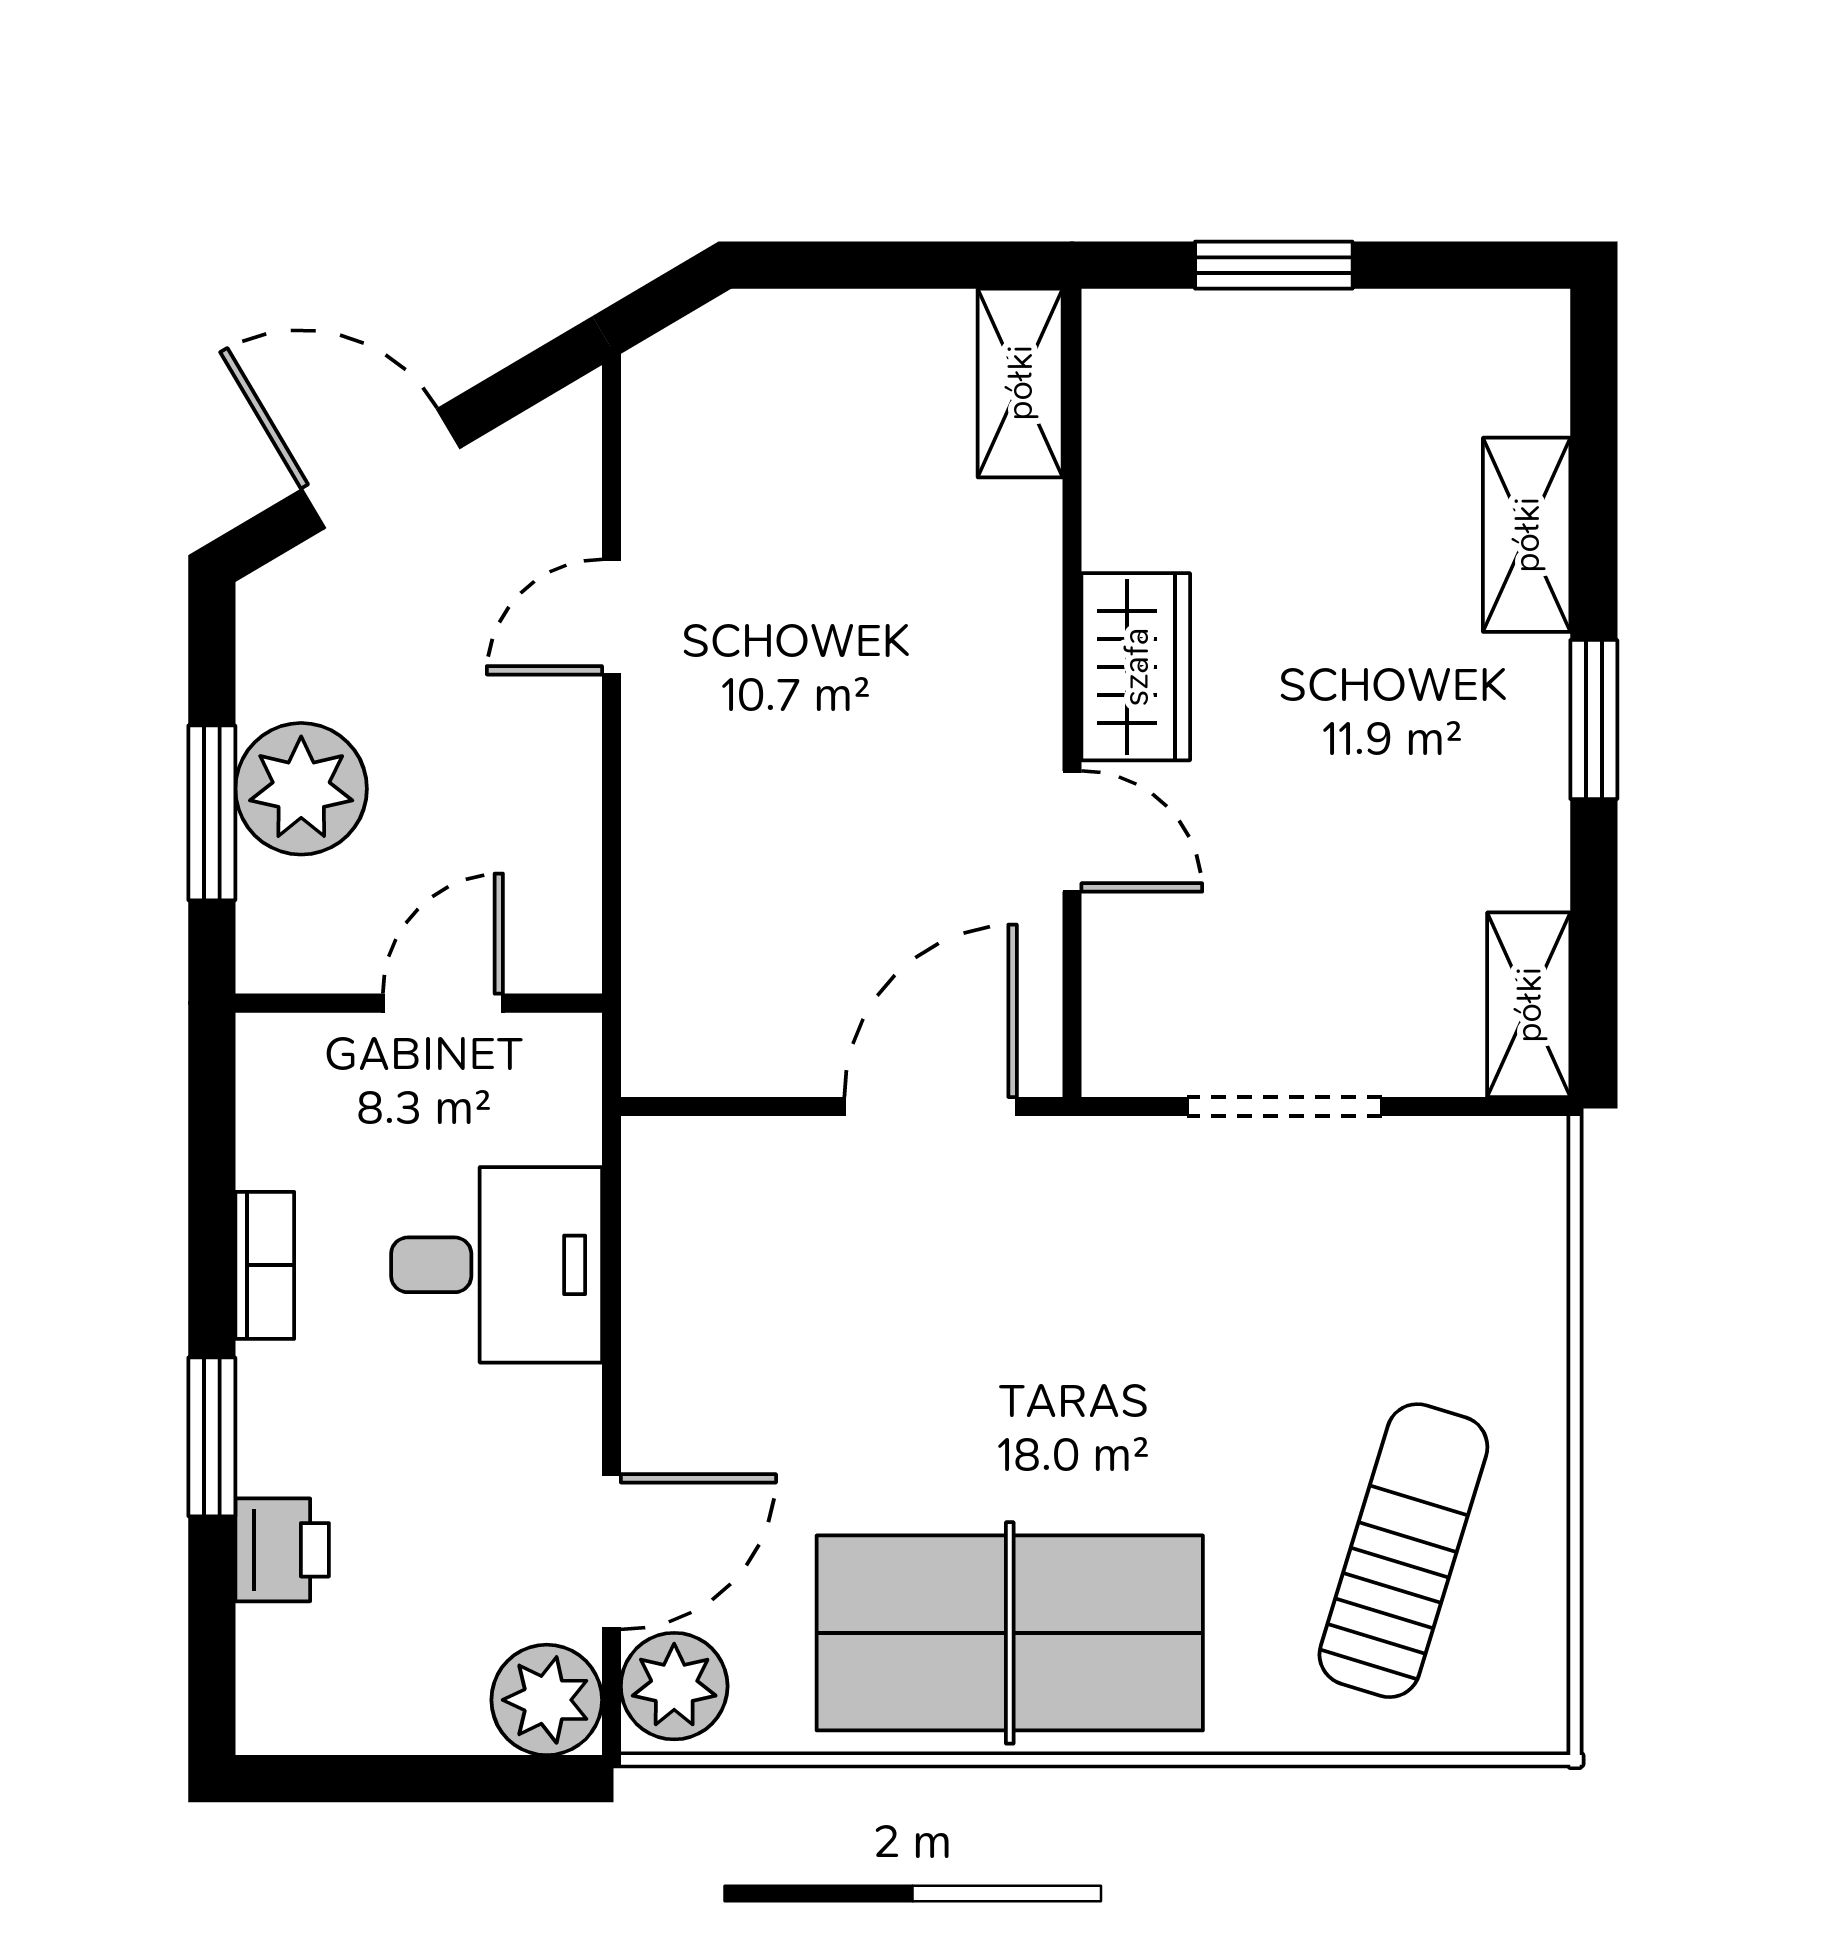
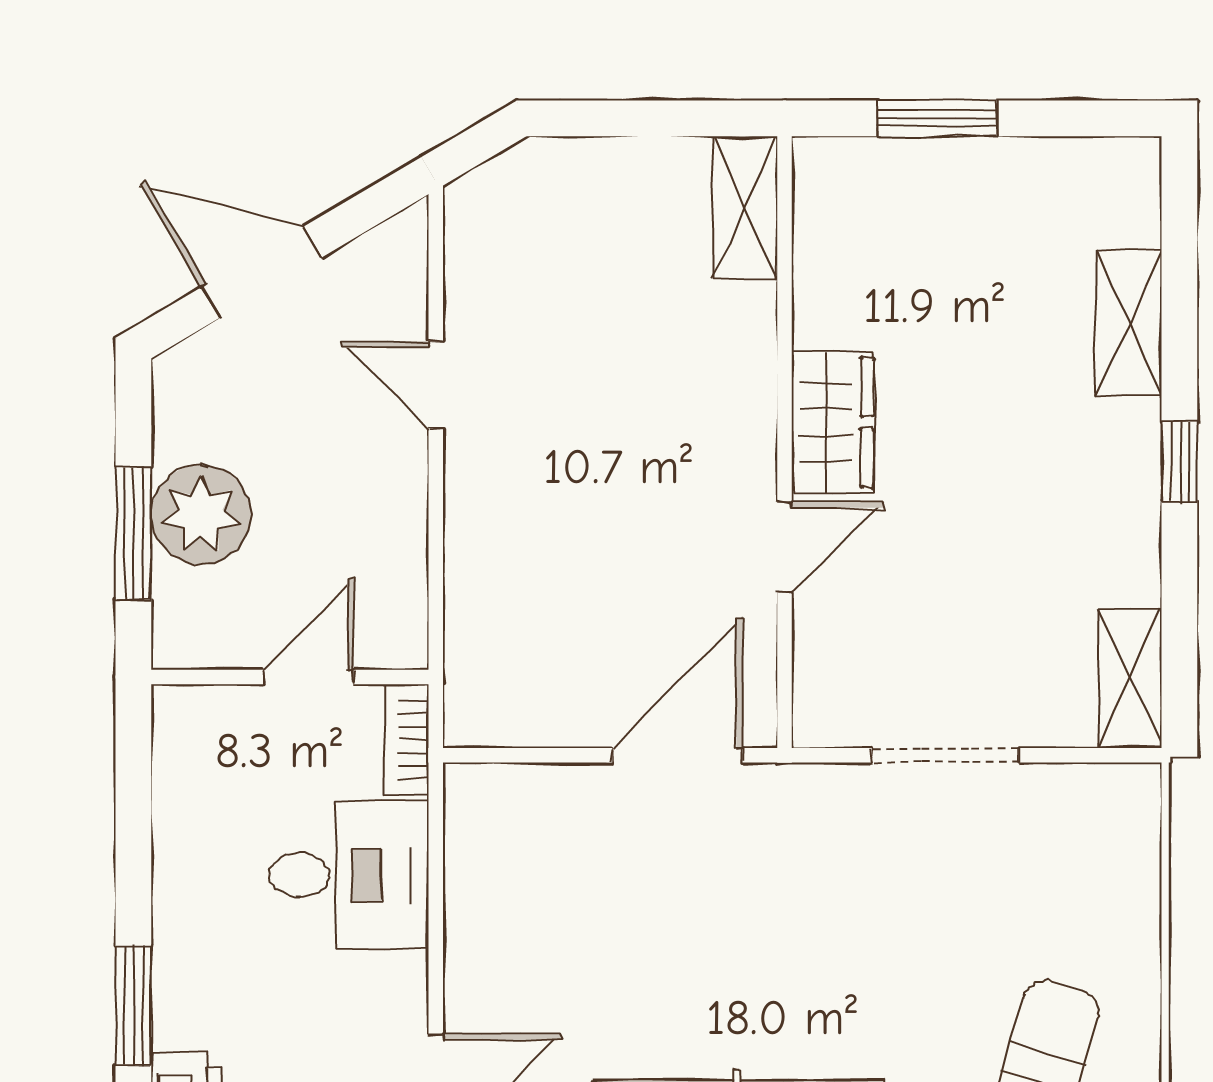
door: (611, 617) -> (436, 385), hinge flipped
window: (1594, 720) -> (1179, 462), width x0.67
door: (1072, 831) -> (785, 547), hinge flipped
bookcase: (265, 1265) -> (406, 740), moved, turned 180

